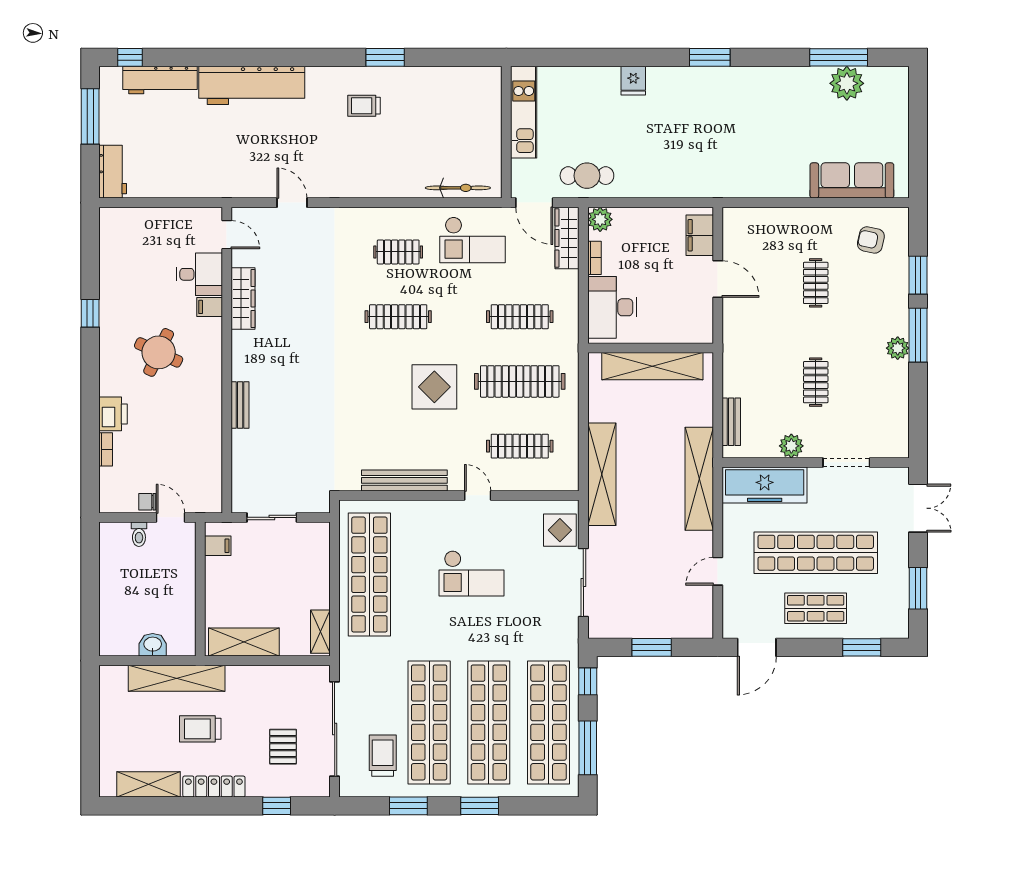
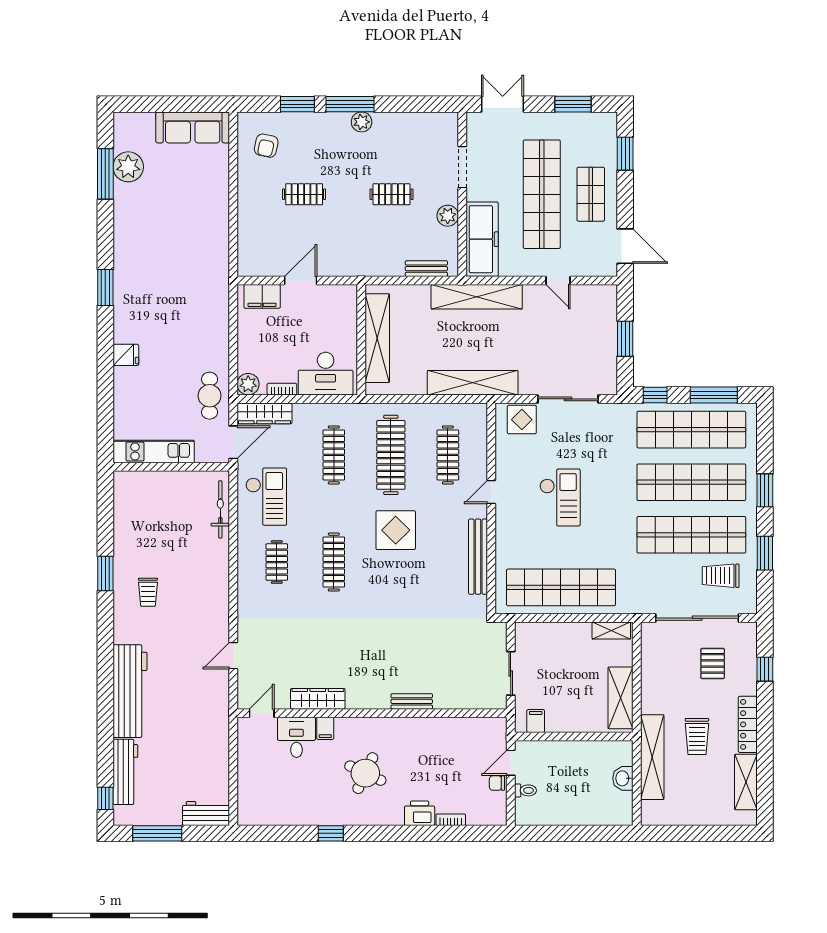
sofa: (852, 180) -> (193, 127), moved, turned -90
chair: (147, 502) -> (497, 783), turned 90
pallet: (283, 747) -> (713, 663), turned 90

